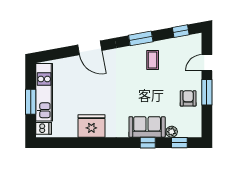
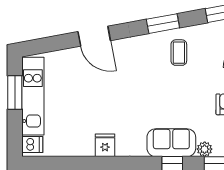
window: (31, 102) -> (15, 93), moved
fridge: (91, 126) -> (105, 145), width x0.53, depth x0.75

